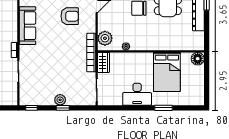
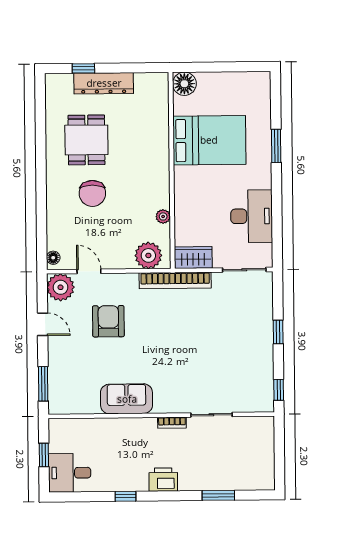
sofa: (28, 26) -> (127, 399), width x0.73
desk: (137, 94) -> (252, 216), moved
plant: (60, 100) -> (263, 337), removed

